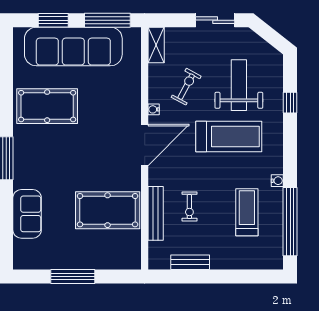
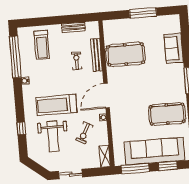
treadmill: (247, 212) -> (42, 45), moved

